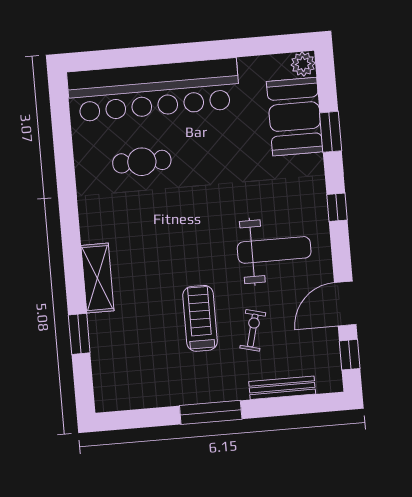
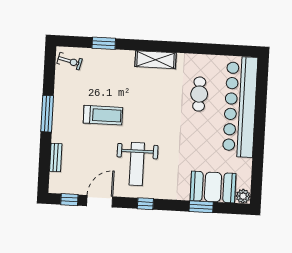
window: (337, 207) -> (145, 204), moved
shelving: (97, 278) -> (156, 60), moved
door: (345, 304) -> (100, 201), hinge flipped
exercise bike: (253, 330) -> (70, 61), moved
bench: (282, 388) -> (56, 157), width x0.73

